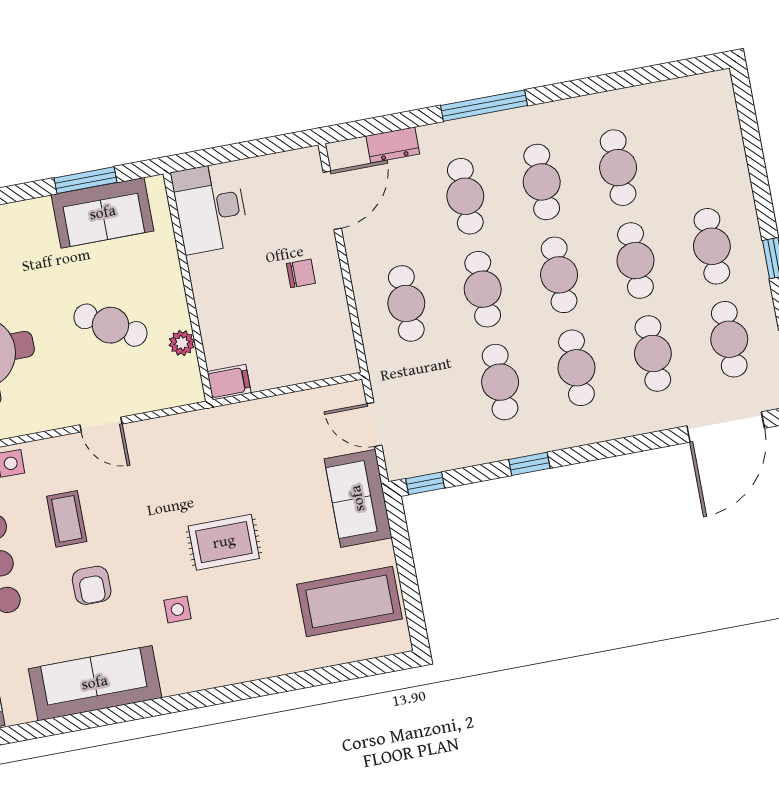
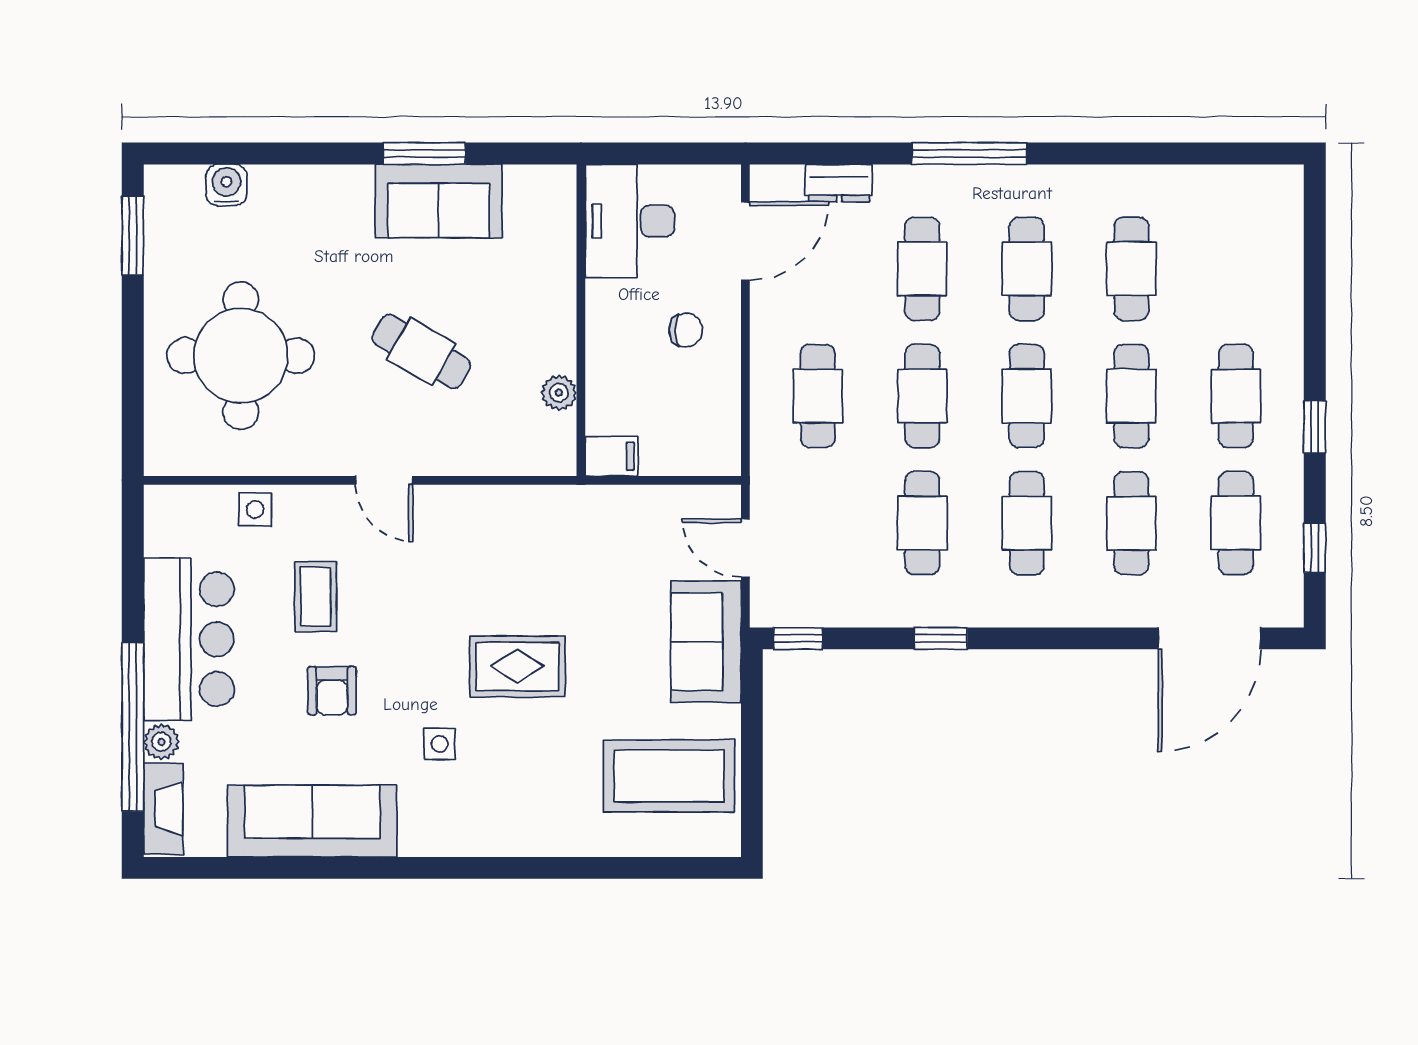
desk: (210, 208) -> (630, 221), moved
wall: (188, 287) -> (581, 320), moved
plant: (182, 343) -> (559, 393), moved
filing cabinet: (229, 382) -> (612, 456), moved

